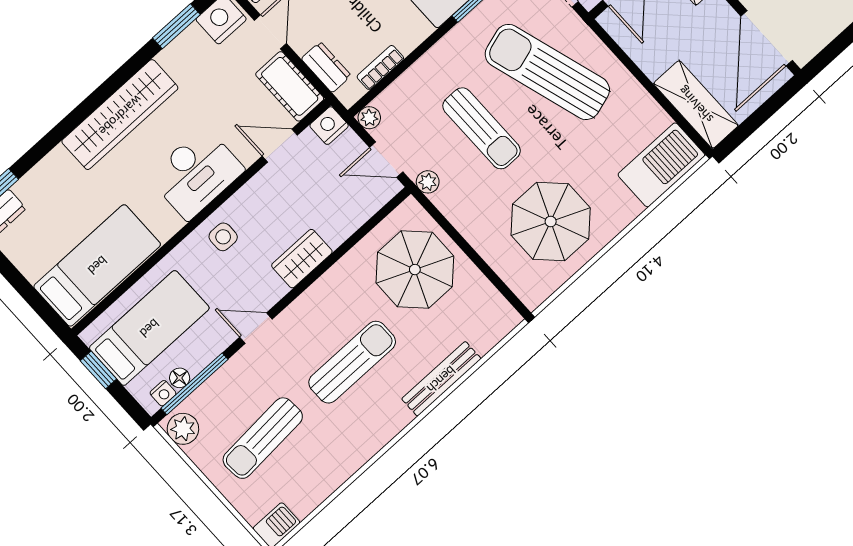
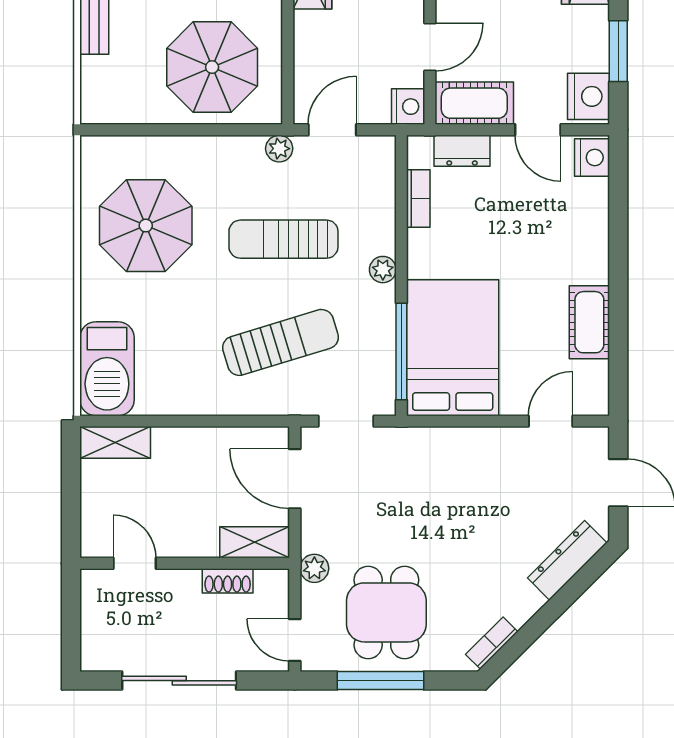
door: (767, 38) -> (135, 563), width x0.53
sun lounger: (547, 72) -> (281, 342), width x0.73, depth x0.75
shelving: (696, 104) -> (115, 442), width x0.67, depth x0.75
plant: (369, 118) -> (383, 270), moved

